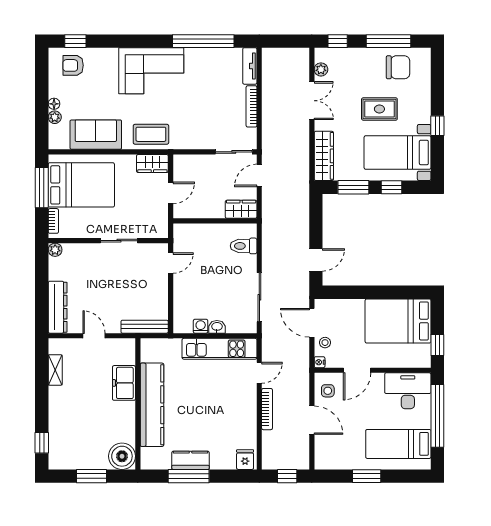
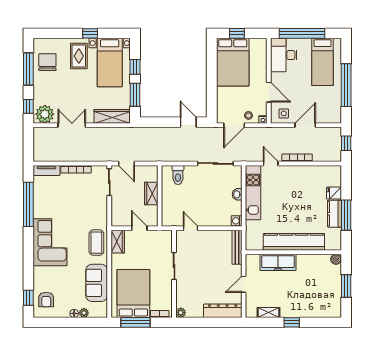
plant: (321, 69) -> (45, 114), width x1.88, depth x1.88
rug: (379, 109) -> (79, 56), moved
wardrobe: (241, 209) -> (151, 193), moved
washing machine: (201, 326) -> (237, 221), moved
window: (437, 345) -> (237, 33), moved
freezer: (124, 383) -> (278, 262), width x1.40
window: (42, 443) -> (292, 322), moved
boiler: (122, 456) -> (336, 259), width x0.54, depth x0.54
fridge: (245, 460) -> (334, 193), moved
window: (367, 476) -> (346, 85), width x2.11

